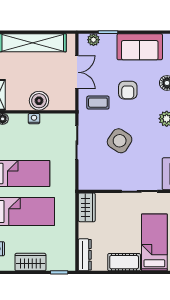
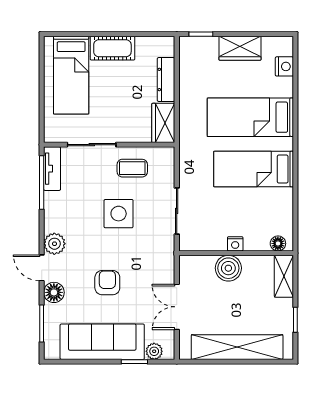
sofa: (140, 47) -> (102, 342), width x1.36
coffee table: (98, 103) -> (132, 168), moved
side table: (120, 141) -> (119, 214), turned -33
dresser: (85, 255) -> (166, 79), moved

